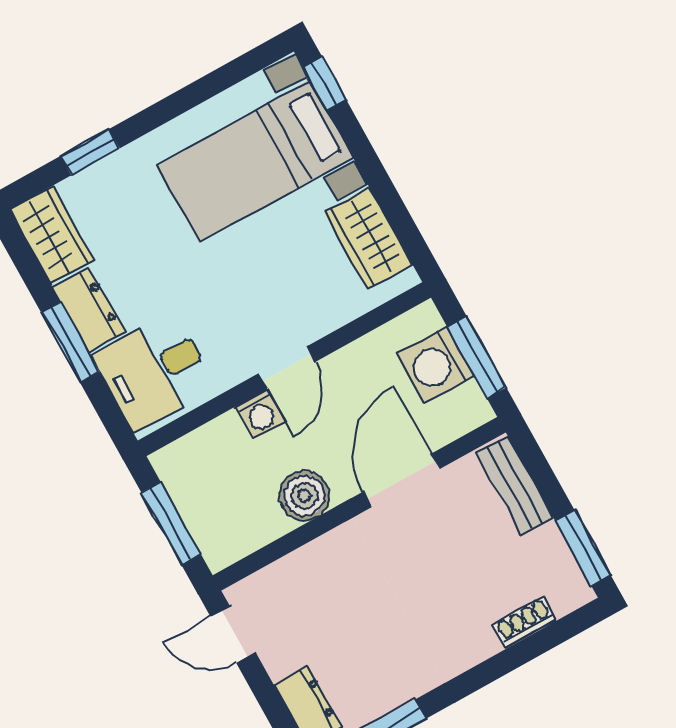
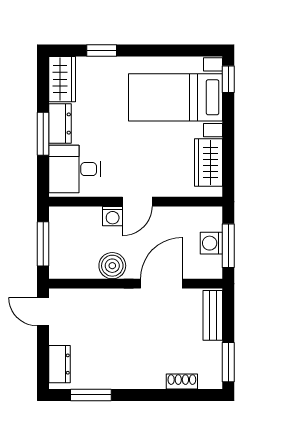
washing machine: (436, 365) -> (211, 243), width x0.73, depth x0.73

